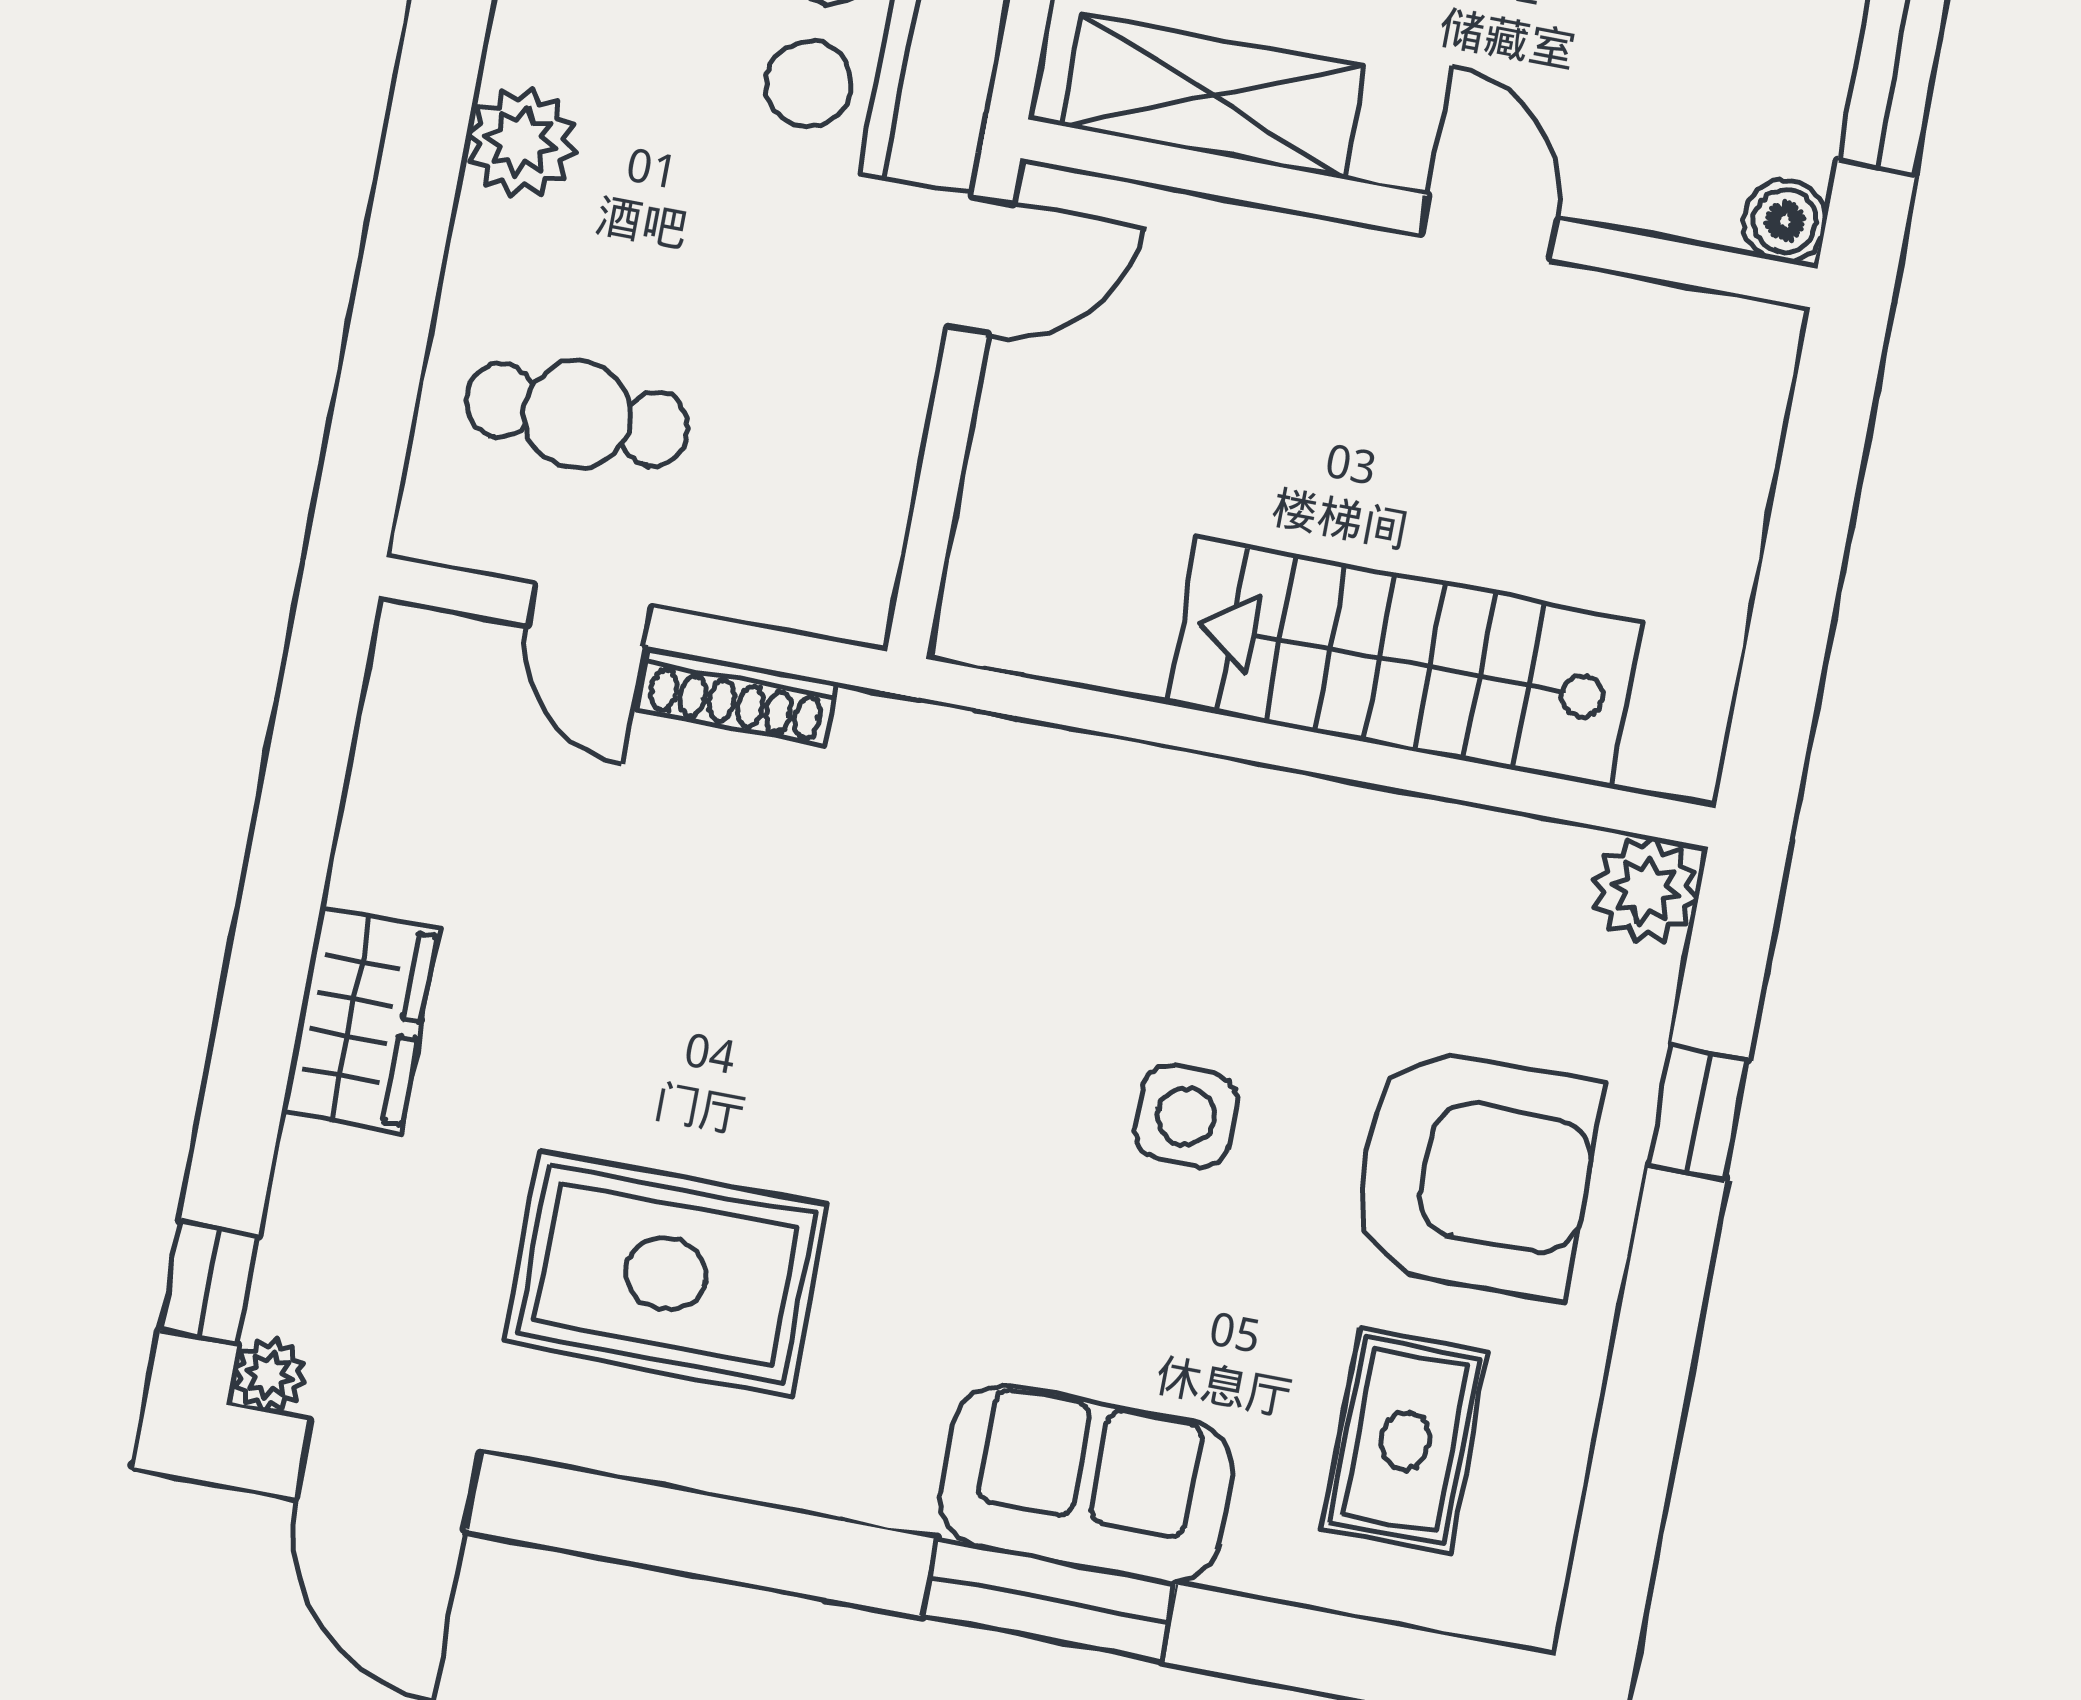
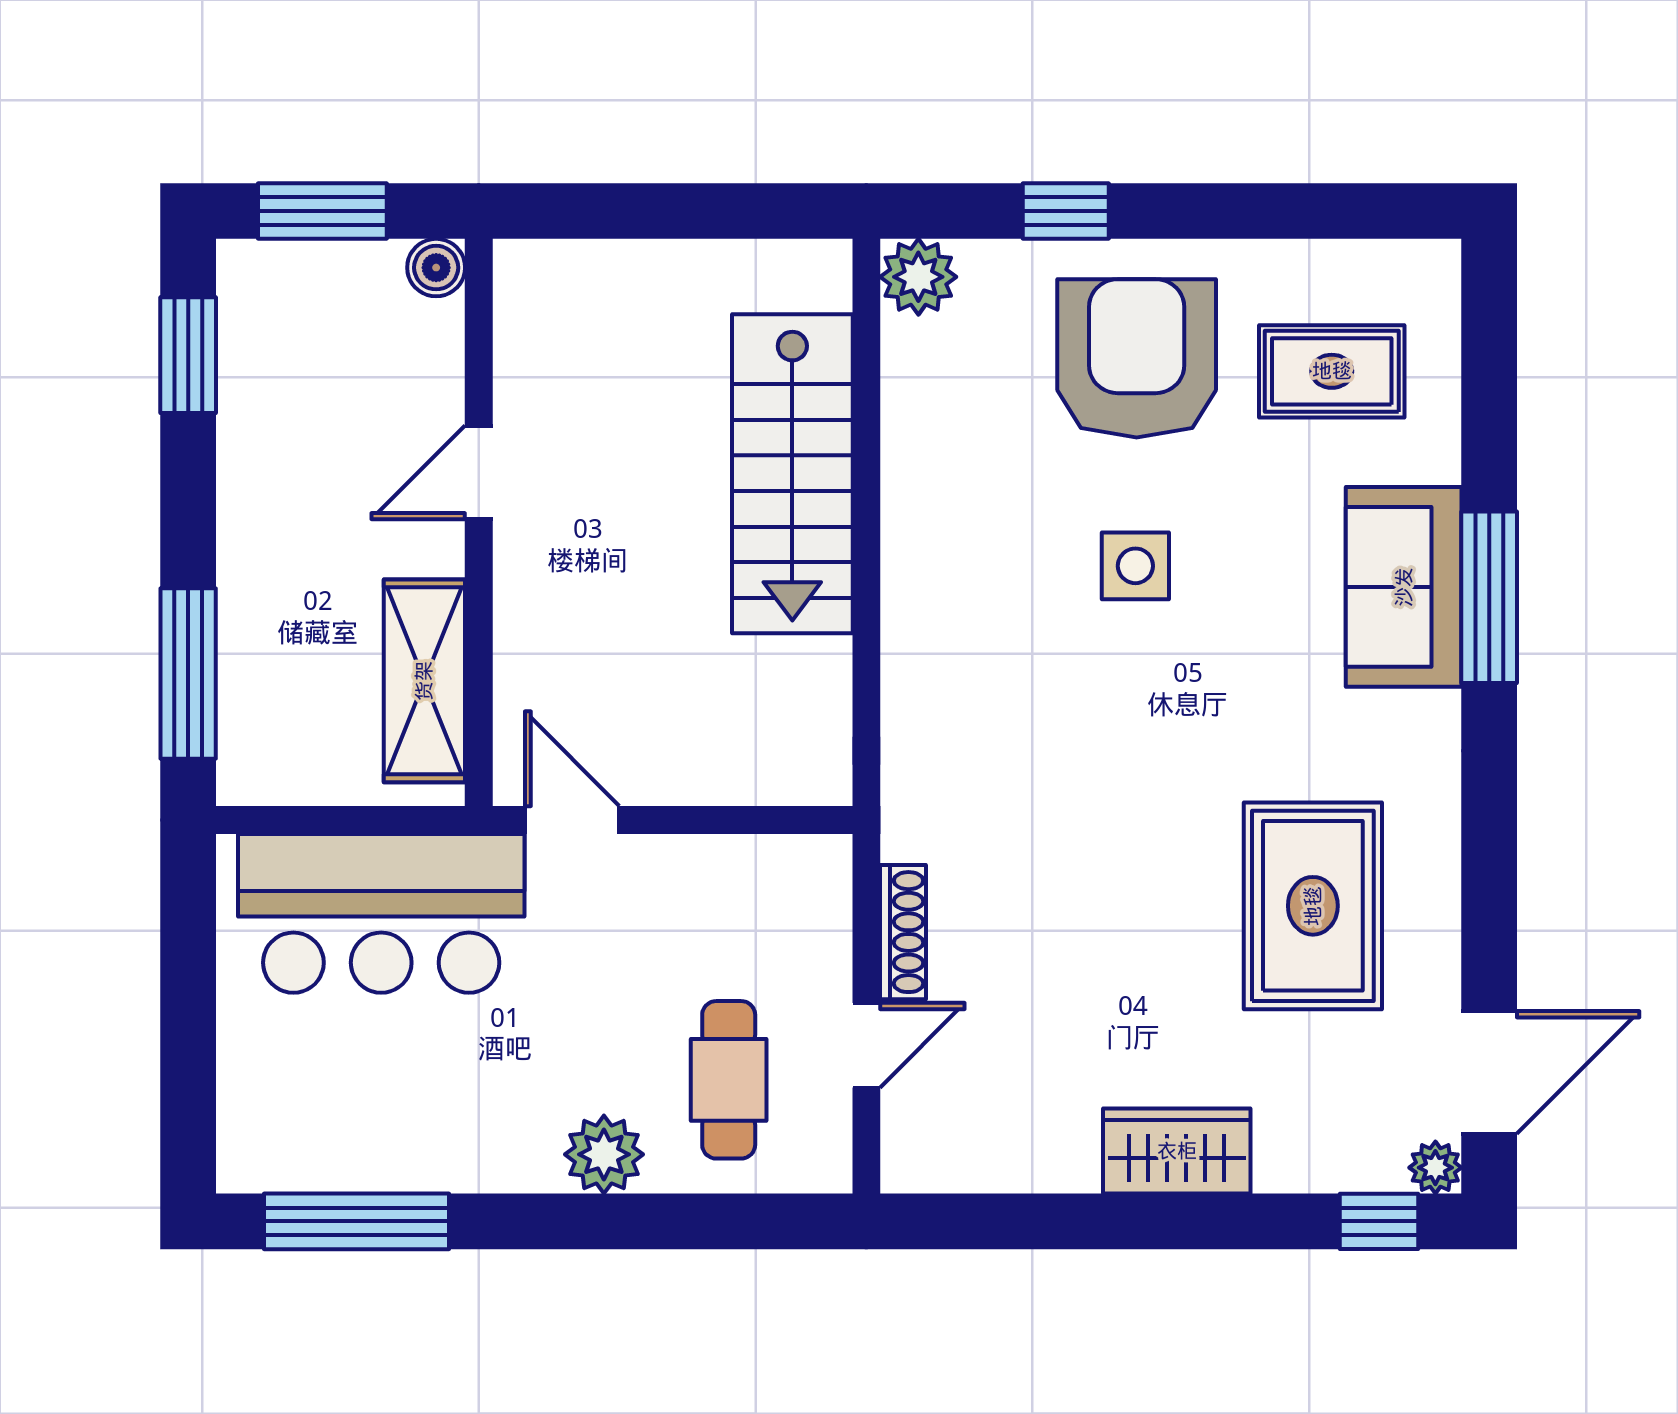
plant: (521, 142) -> (604, 1154), moved

